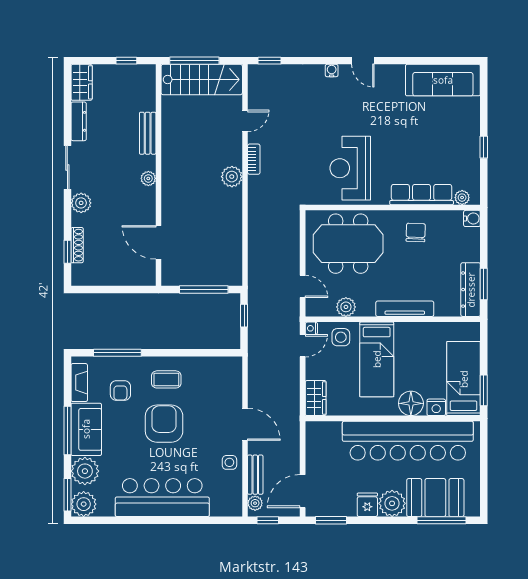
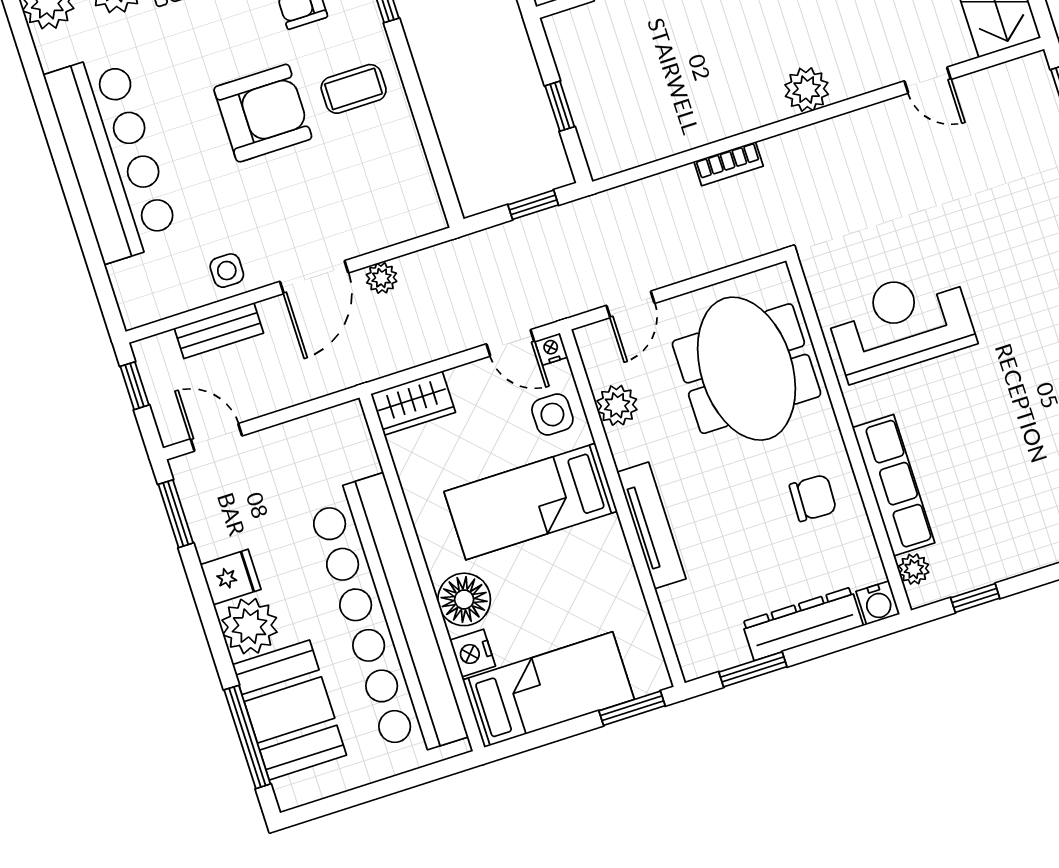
window: (484, 147) -> (975, 598), moved
bookcase: (254, 159) -> (729, 164), moved
window: (204, 290) -> (560, 106), width x0.46
dresser: (471, 290) -> (803, 624), moved
coffee table: (166, 379) -> (354, 89), turned 90
window: (484, 390) -> (632, 708), moved
door: (303, 491) -> (216, 437), width x0.73
plant: (255, 503) -> (382, 278), moved

